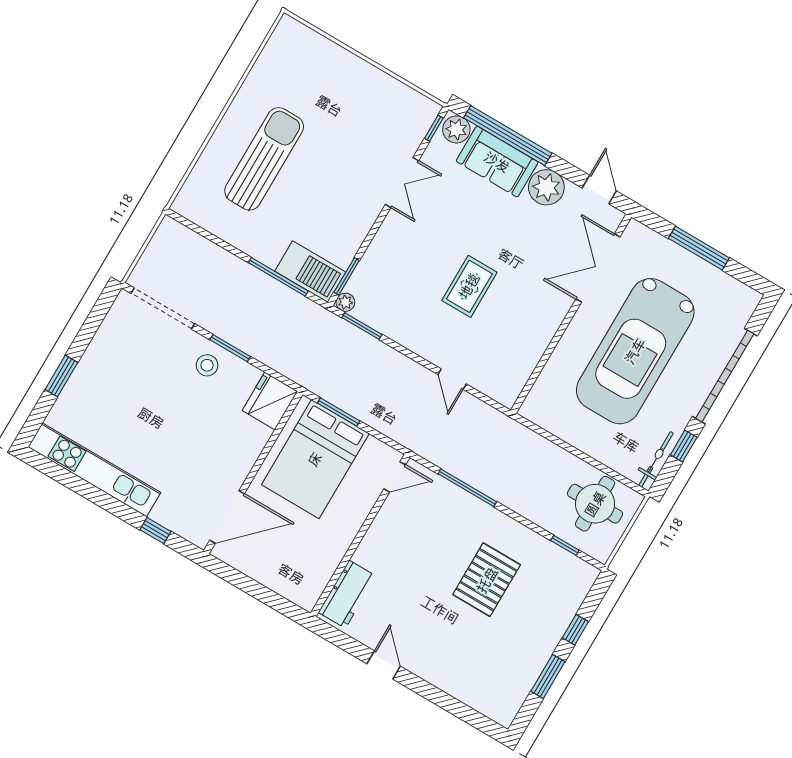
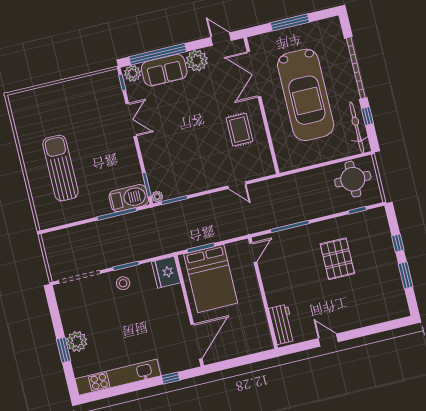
rug: (469, 286) -> (239, 130), moved
plant: (87, 381) -> (77, 341), added
bicycle: (656, 459) -> (357, 127), width x1.37, depth x1.40

